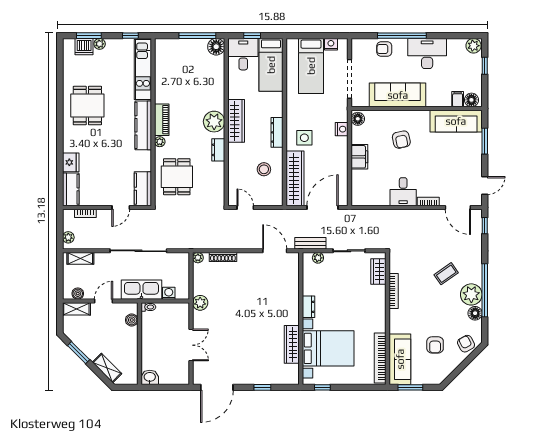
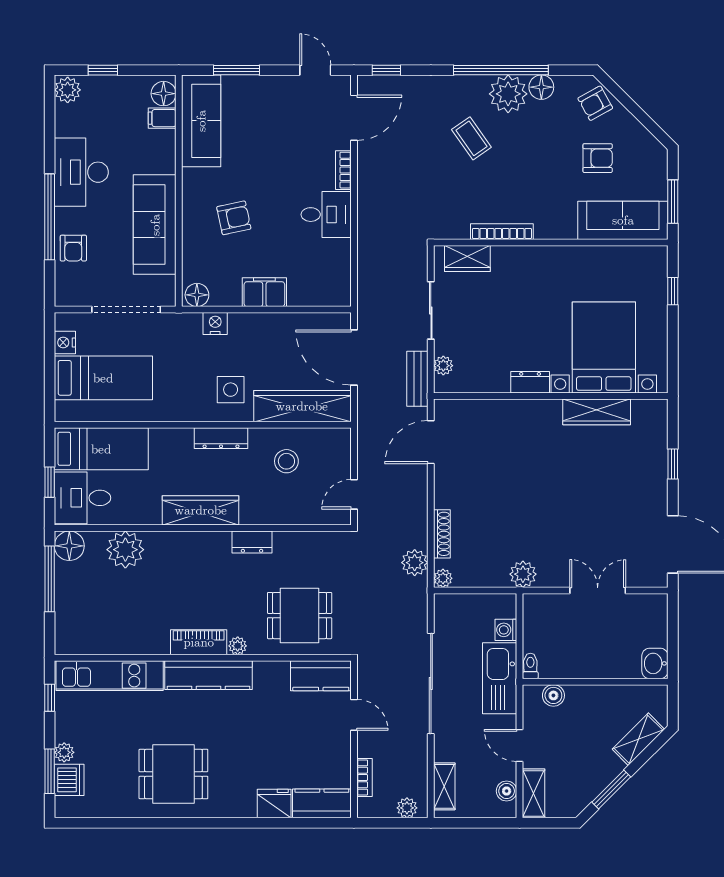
plant: (214, 122) -> (125, 550), moved
plant: (207, 242) -> (415, 563), added
bookcase: (380, 358) -> (621, 255), removed
window: (322, 387) -> (673, 291), moved

